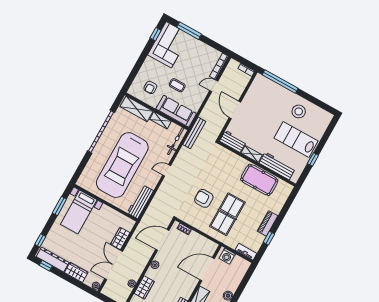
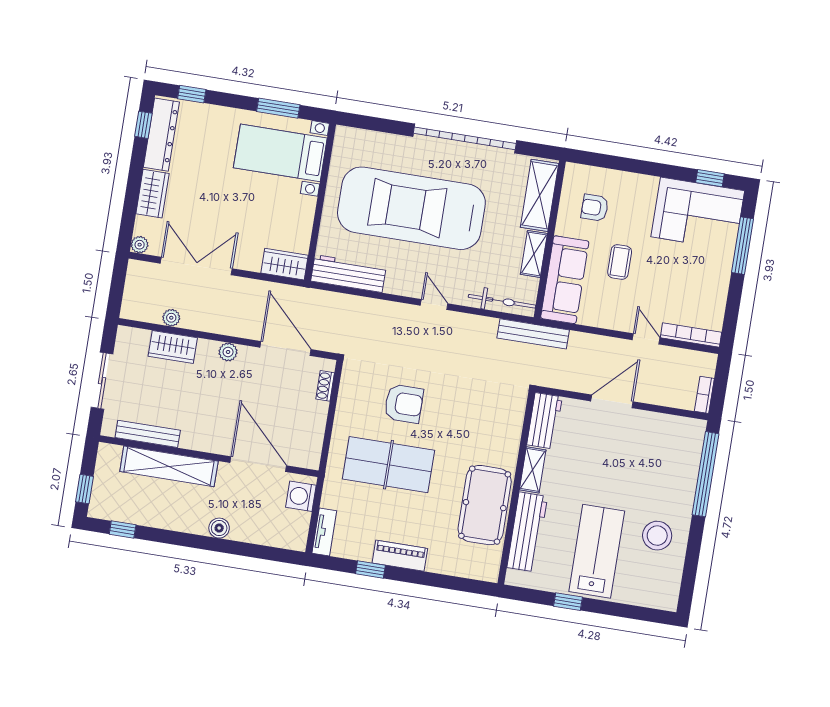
armchair: (204, 198) -> (404, 404), turned 90
wardrobe: (120, 238) -> (285, 264), moved

